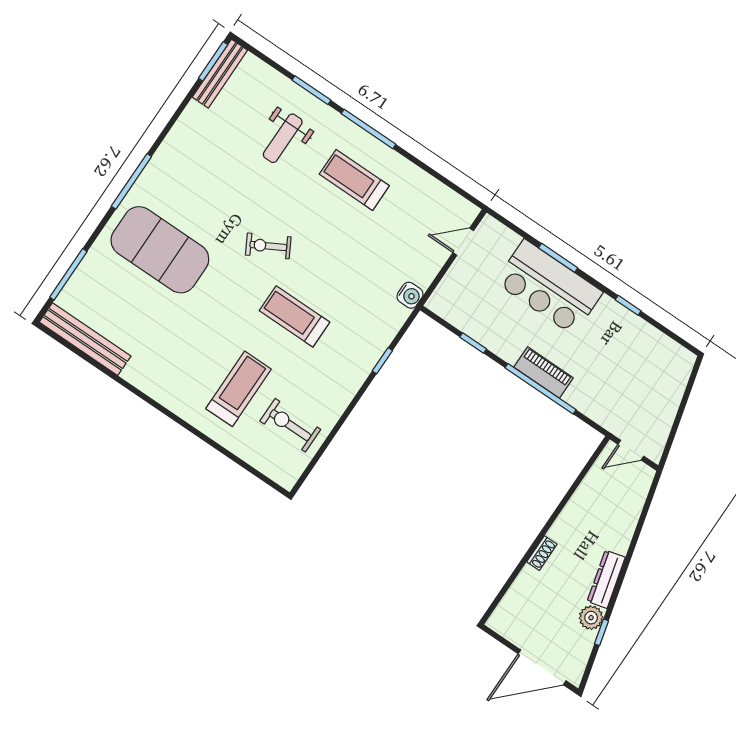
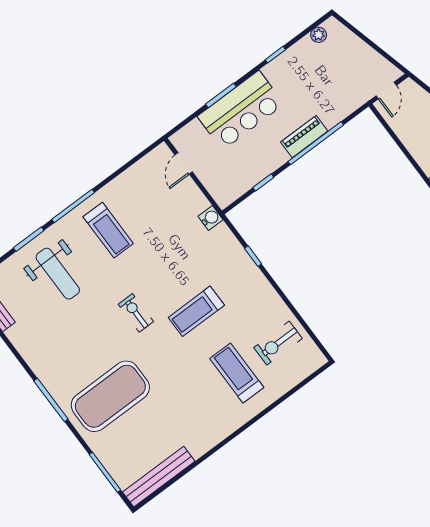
weight bench: (283, 138) -> (58, 274), width x1.36, depth x1.33
treadmill: (354, 180) -> (108, 230), turned -90
exercise bike: (268, 246) -> (136, 313), turned 119
plant: (669, 348) -> (319, 35), added

